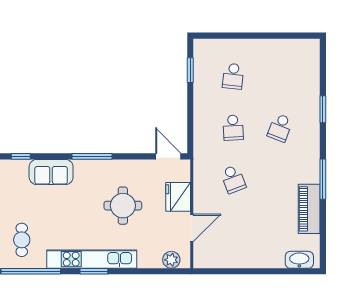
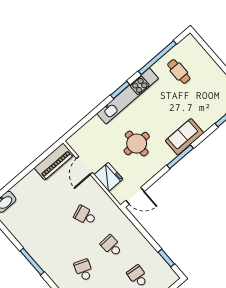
sofa: (51, 172) -> (184, 137), moved
piano: (309, 209) -> (54, 161), moved, turned 90
plant: (171, 260) -> (80, 136), removed

